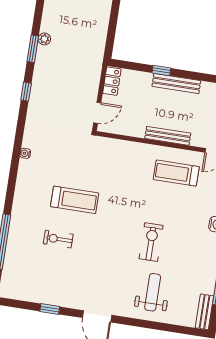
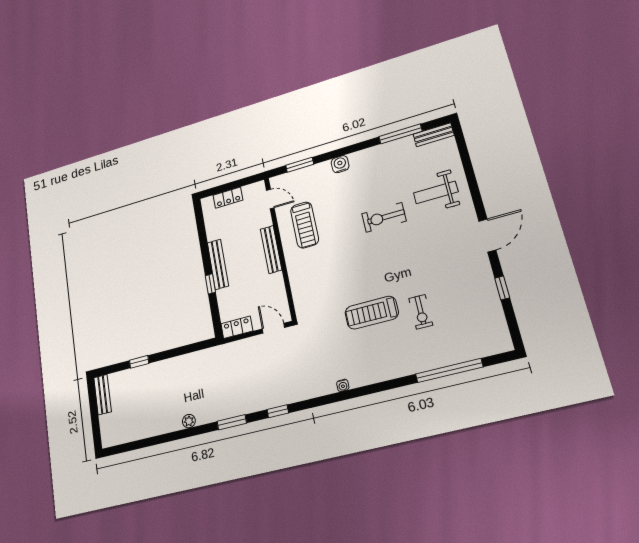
plant: (44, 39) -> (189, 421), moved
treadmill: (75, 200) -> (372, 313), turned -90

